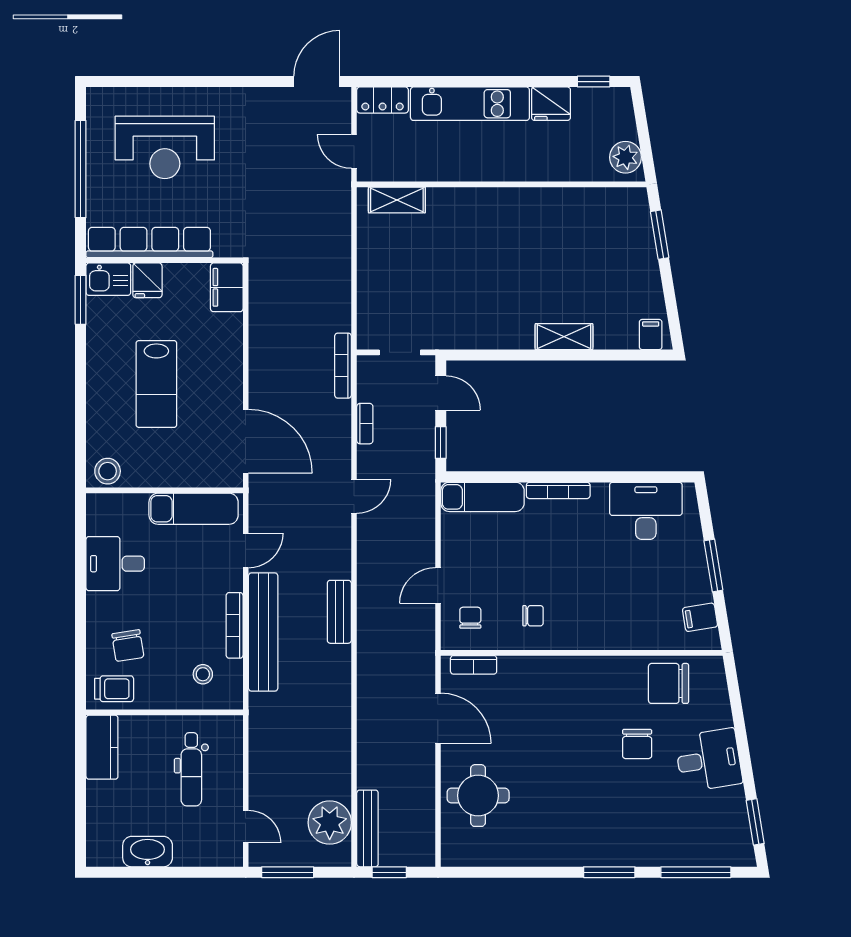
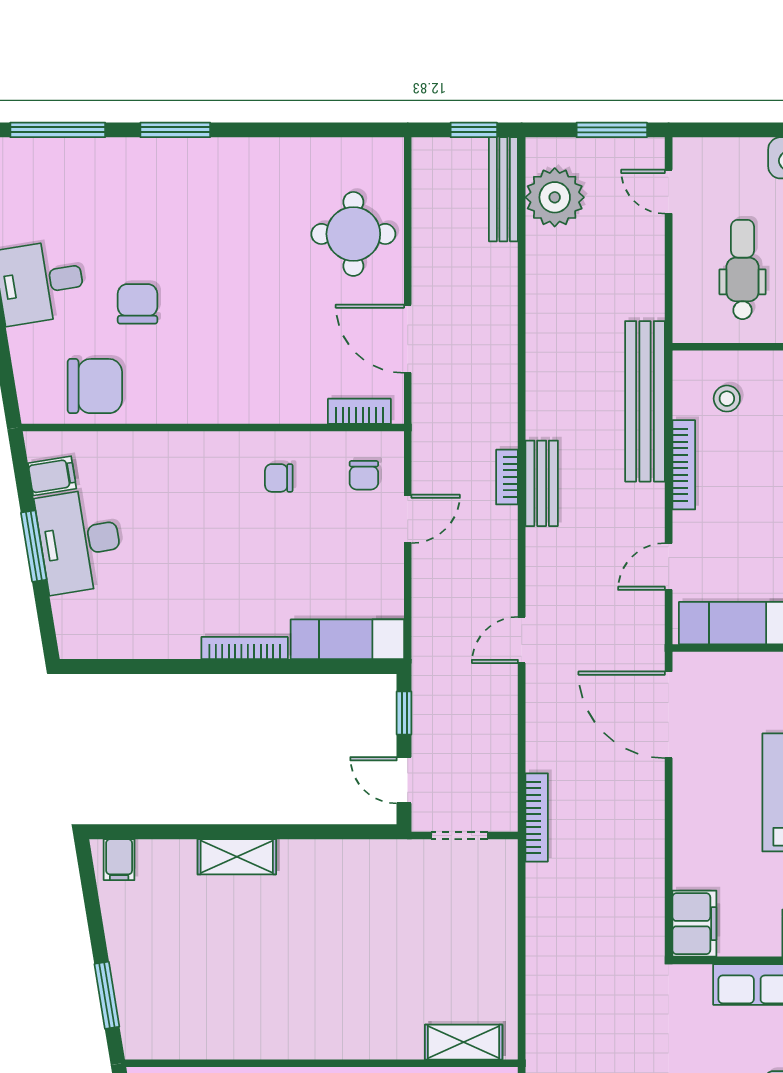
bookcase: (365, 424) -> (507, 477), moved
desk: (646, 511) -> (80, 541), moved, turned 81
bench: (263, 632) -> (645, 401), moved

